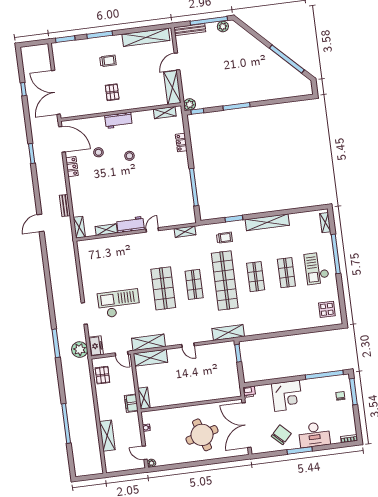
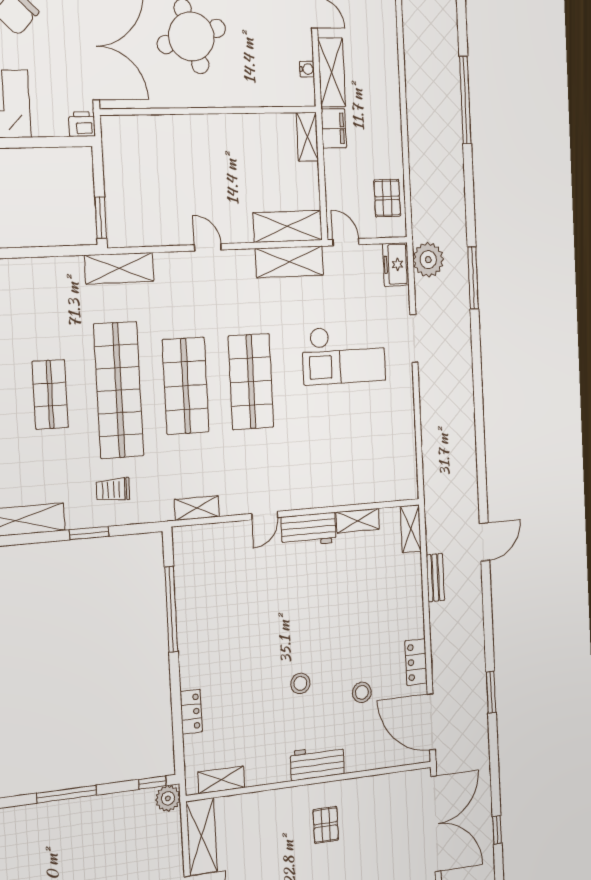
shop shelf: (194, 284) -> (186, 386), width x1.43, depth x1.36
shelving: (107, 436) -> (332, 72), moved

